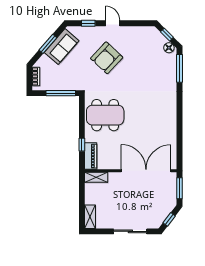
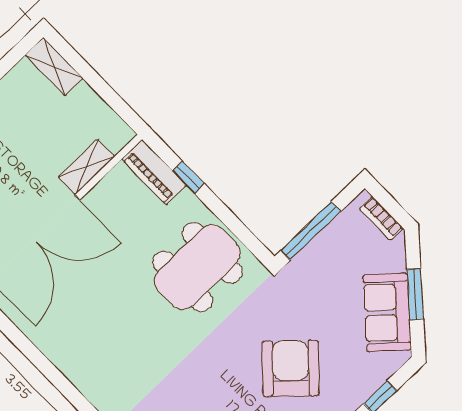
shelving: (96, 177) -> (86, 167), moved

